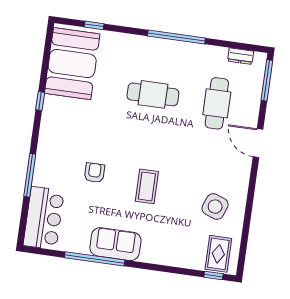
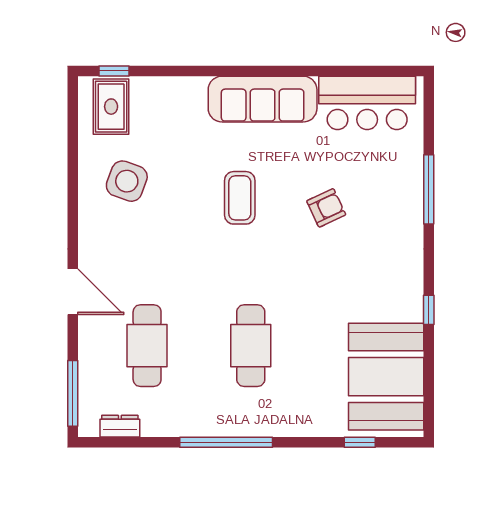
cafe table: (153, 94) -> (251, 346), turned 90
armchair: (94, 173) -> (326, 208), turned -115
bar counter: (44, 218) -> (367, 103), moved, turned -90
sofa: (115, 244) -> (263, 99), width x1.36
window: (95, 259) -> (307, 71), removed

